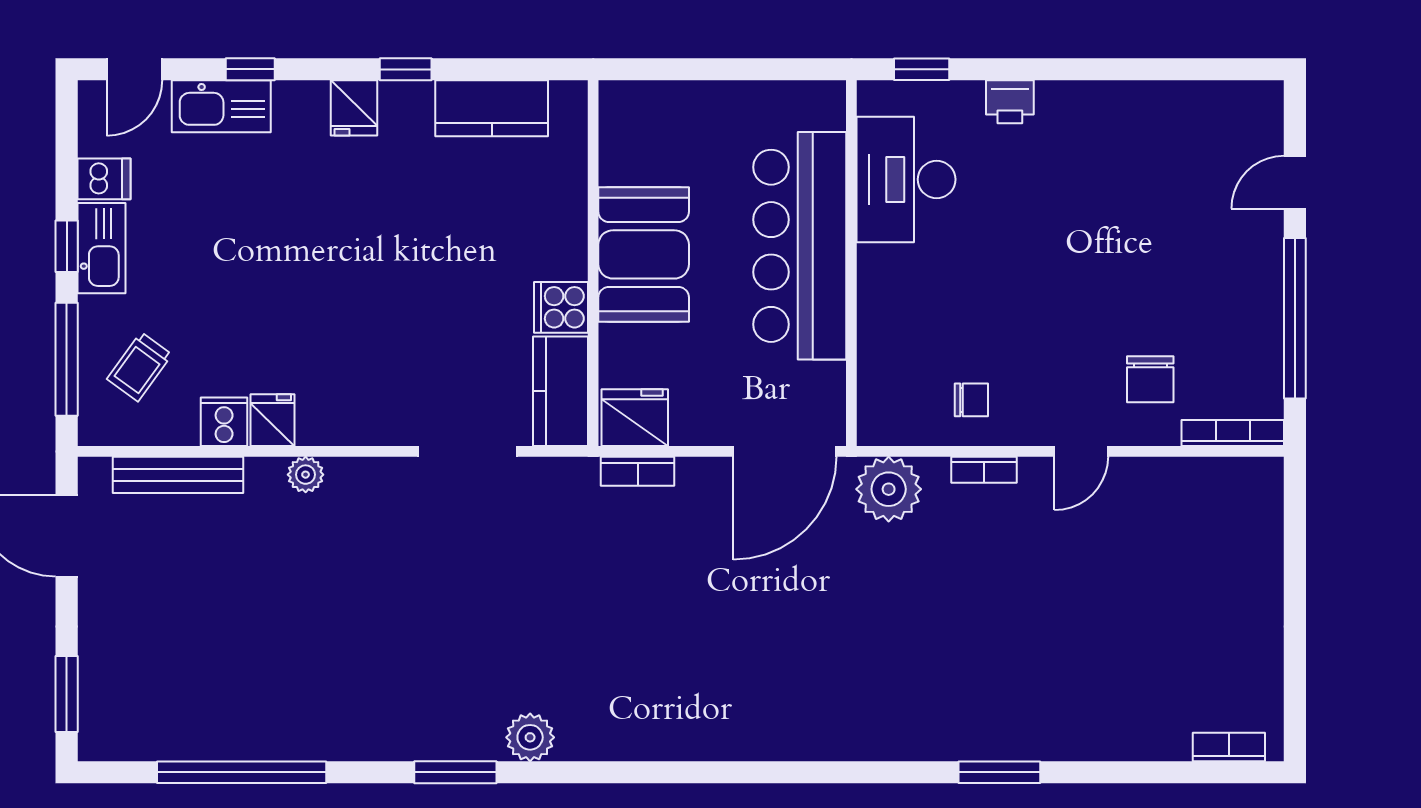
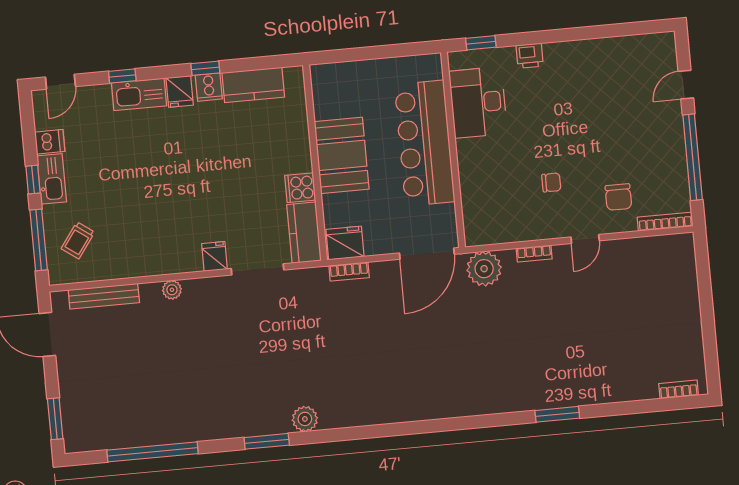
kitchen sink: (221, 106) -> (139, 94), moved
chair: (971, 400) -> (551, 182), moved
fridge: (273, 420) -> (214, 256), moved
cooker: (224, 422) -> (209, 87), moved, turned 180

